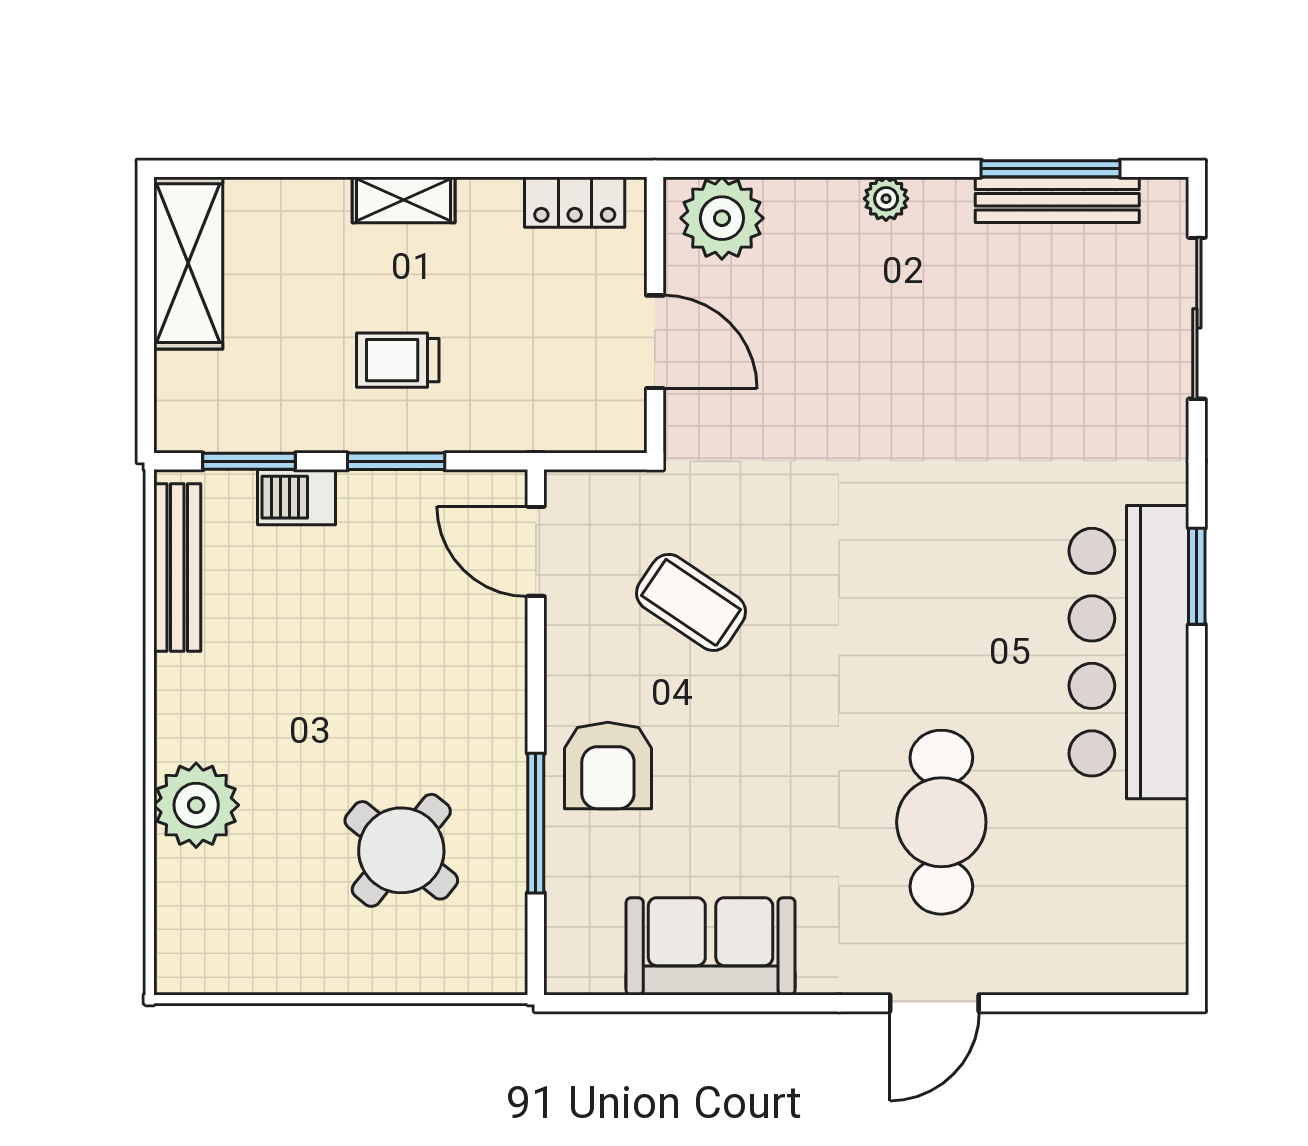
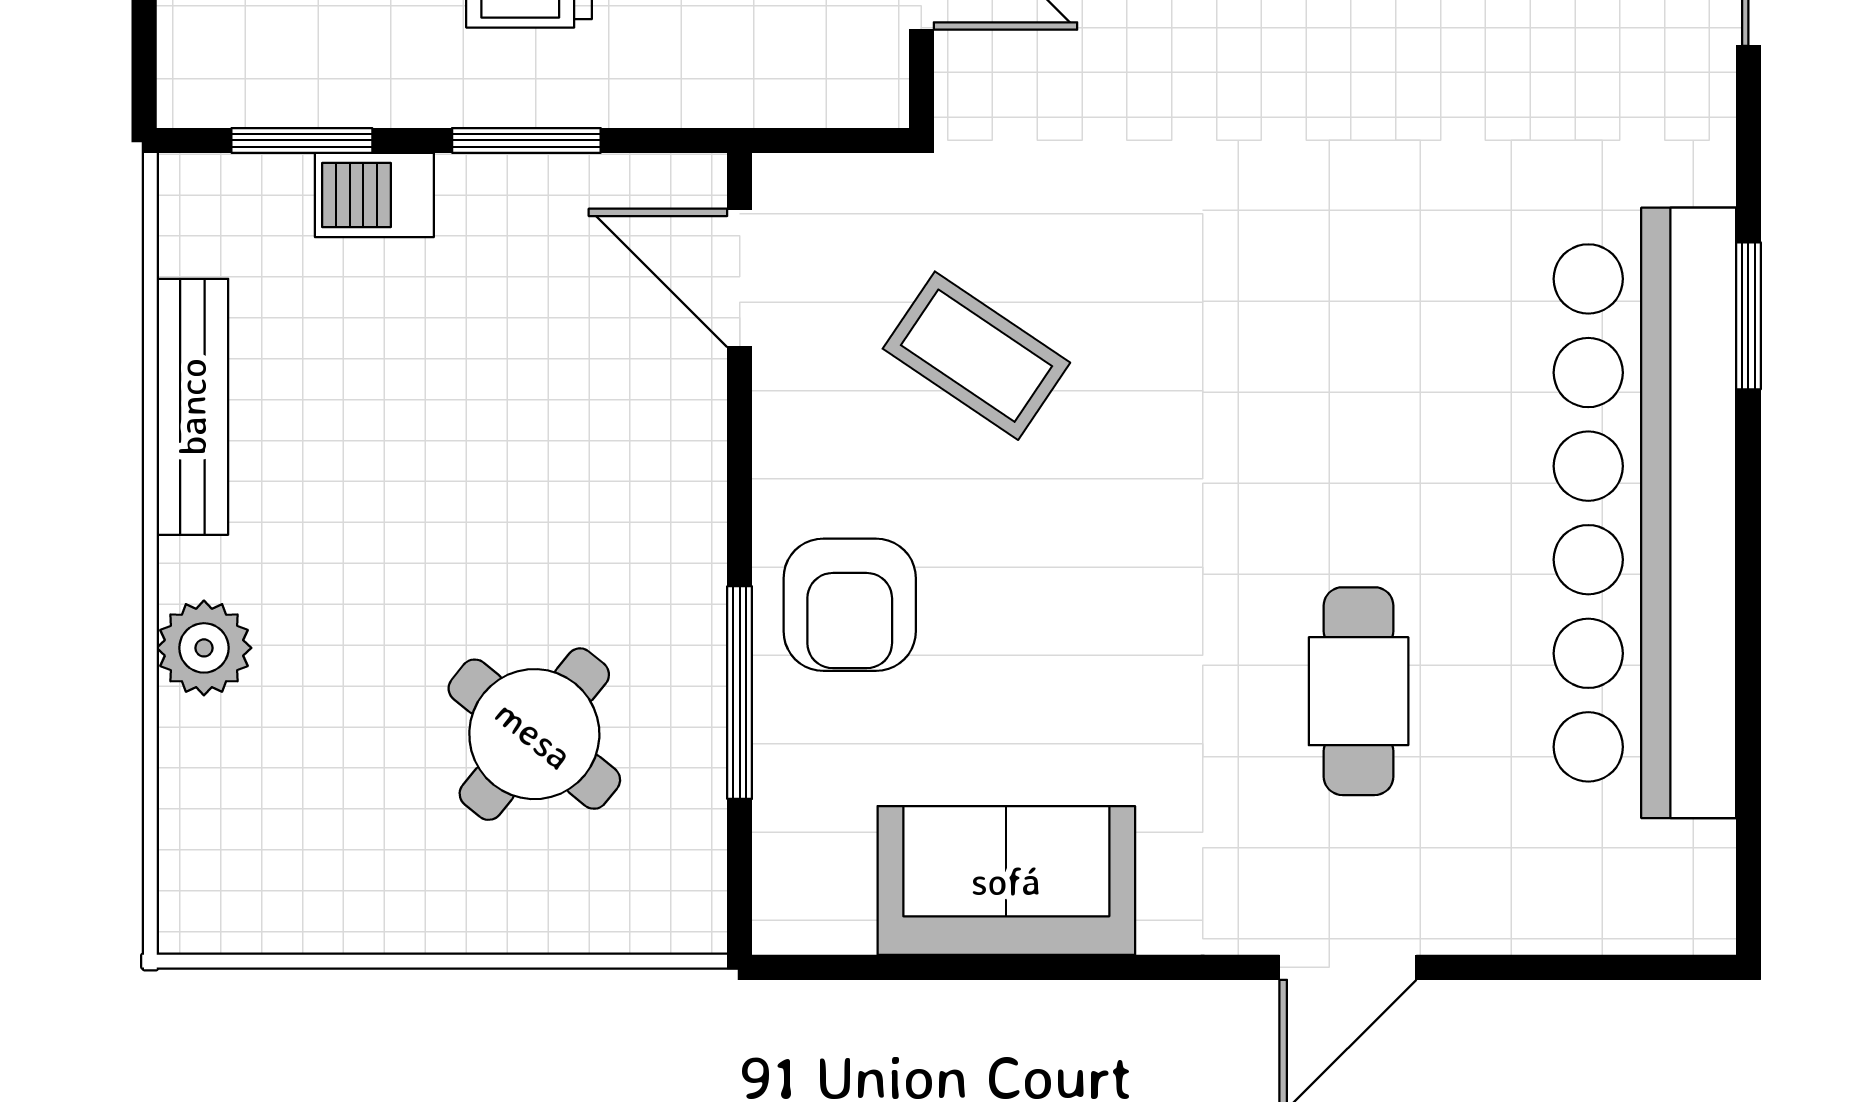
bench: (177, 568) -> (192, 407), moved
bar counter: (1129, 652) -> (1645, 513), width x1.36
plant: (196, 805) -> (204, 648), width x0.73, depth x0.73
cafe table: (941, 822) -> (1359, 691), width x0.73, depth x0.74

